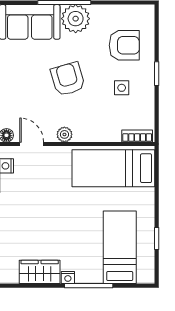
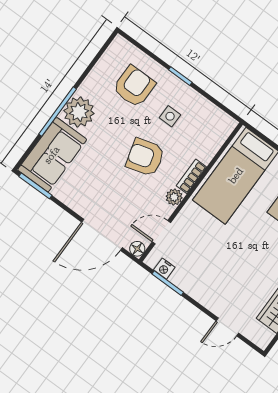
armchair: (68, 79) -> (145, 157), moved
bookcase: (137, 136) -> (191, 176), moved

